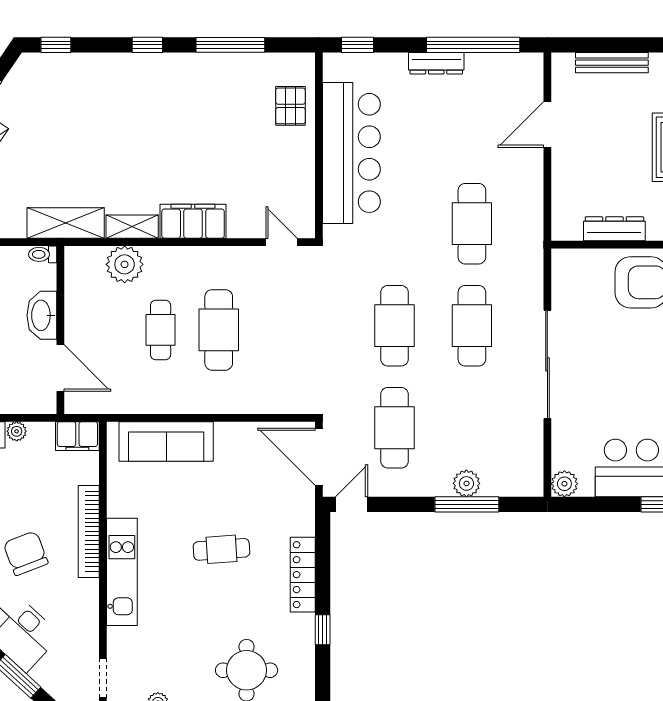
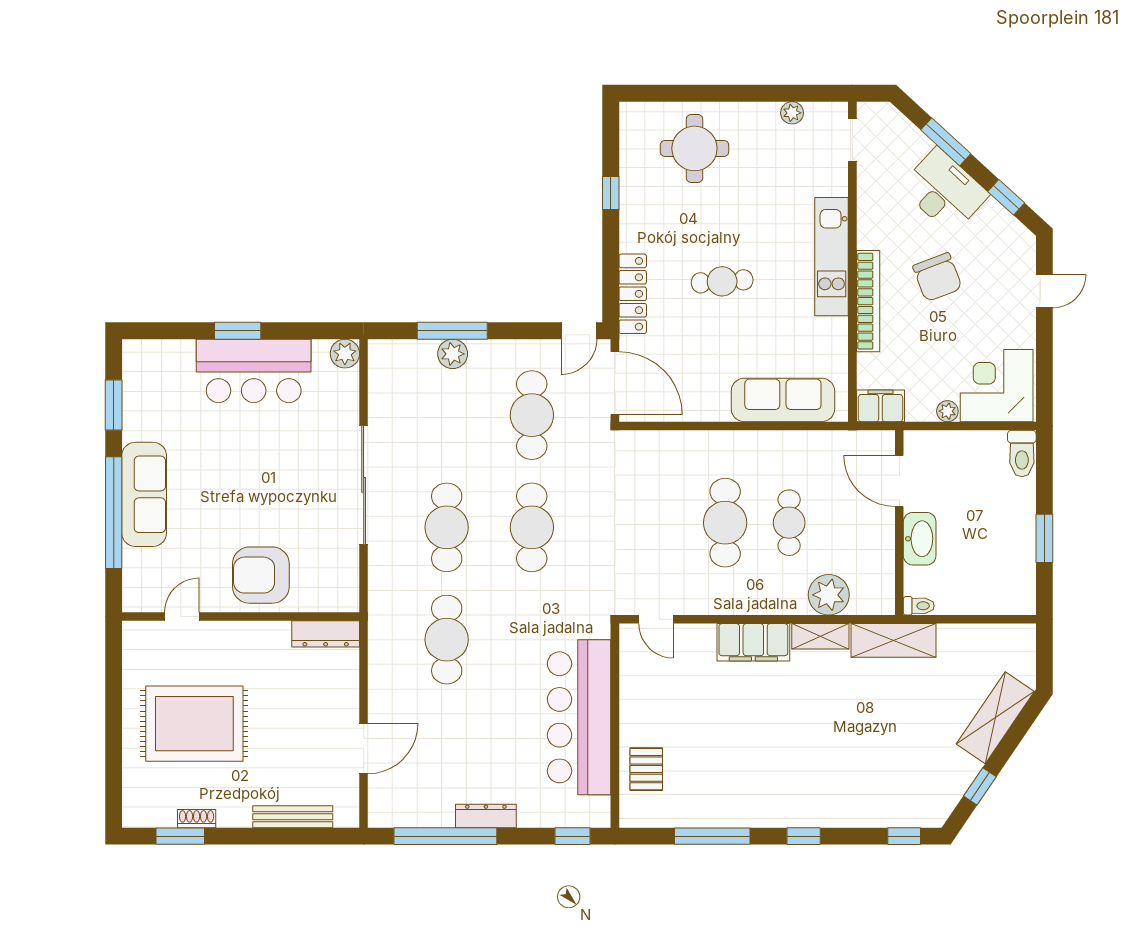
dresser: (614, 229) -> (326, 634), moved
locker: (303, 575) -> (633, 294), moved

